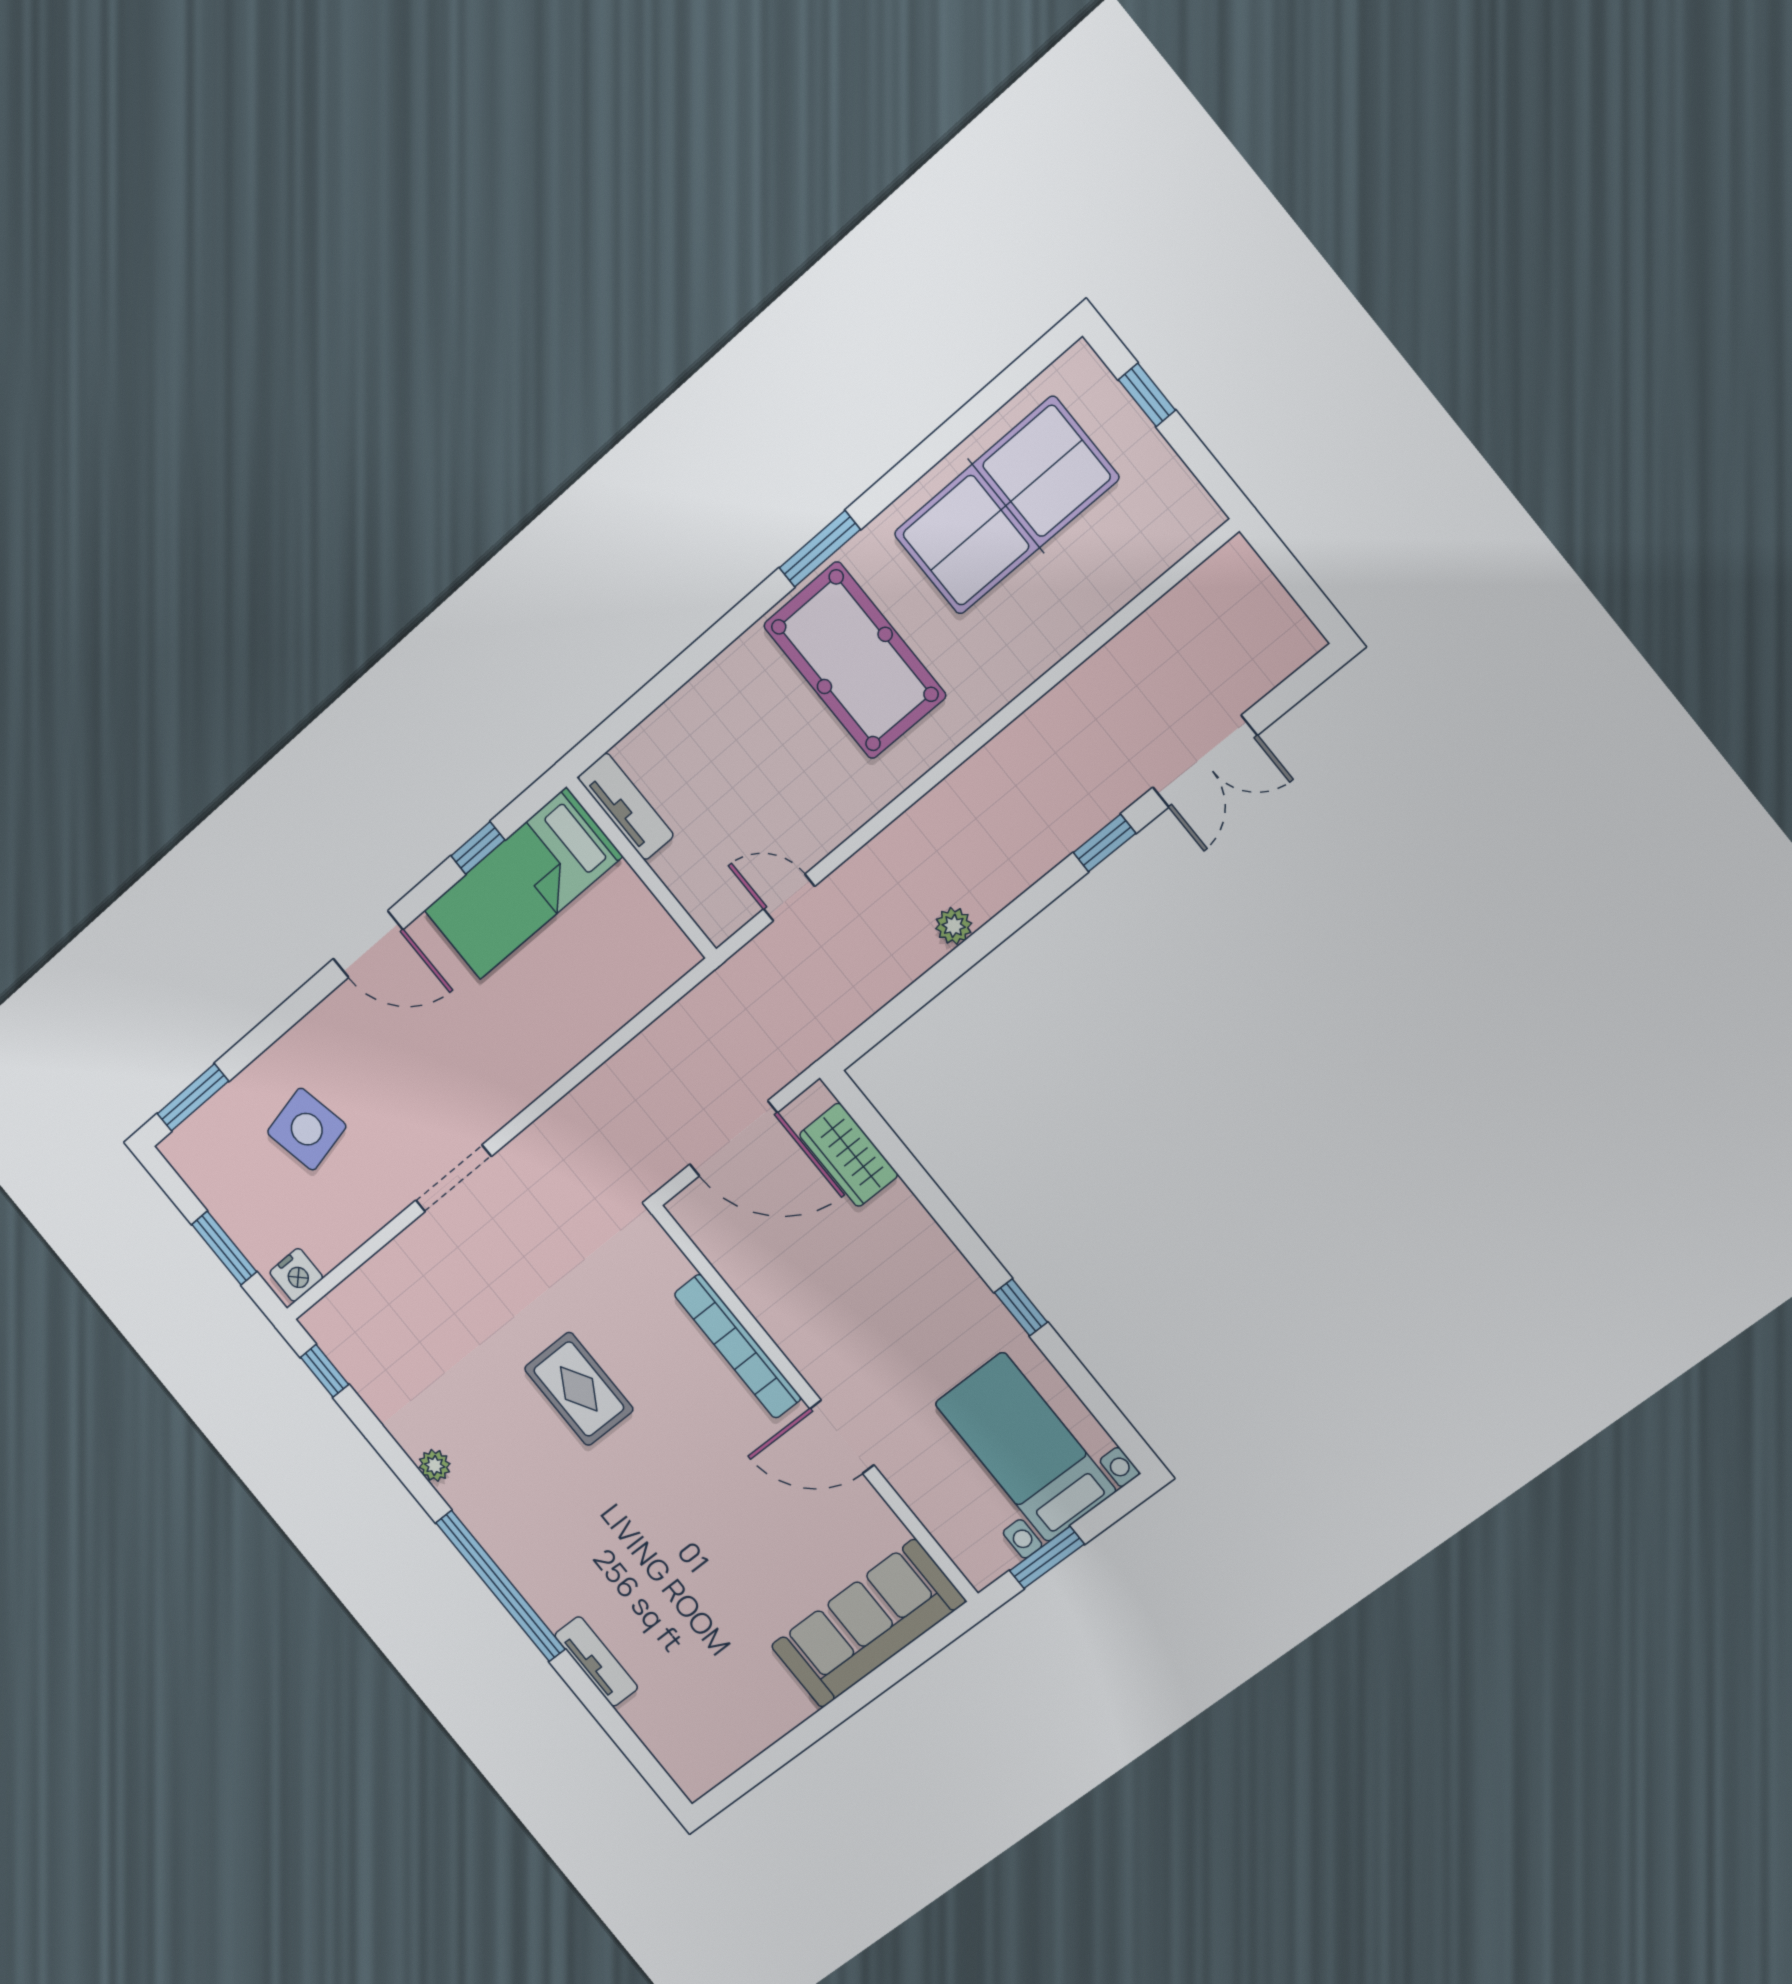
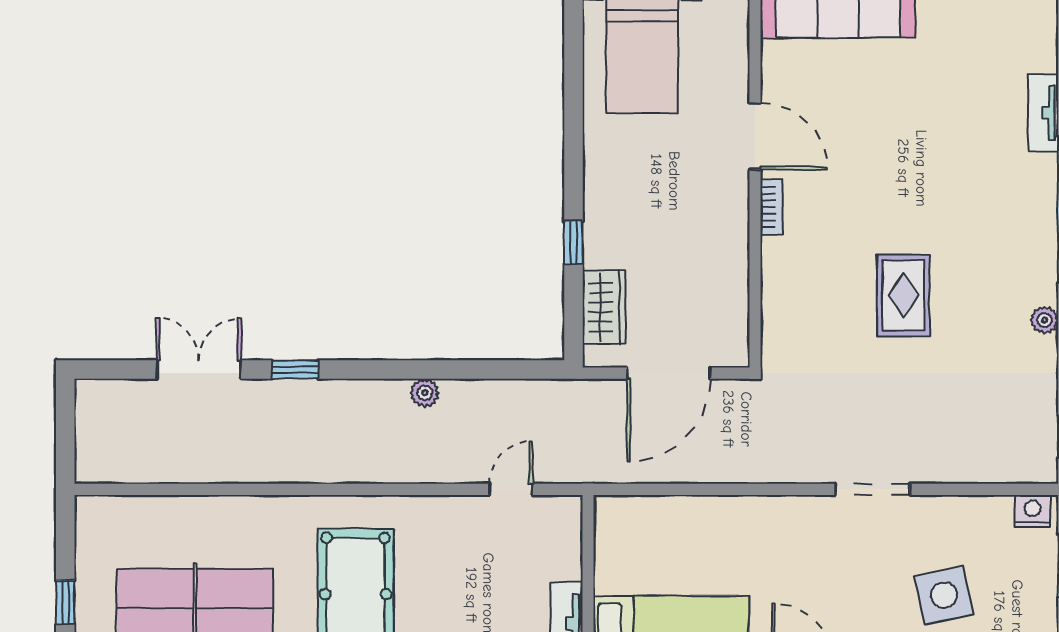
door: (789, 898) -> (511, 489), swing flipped
door: (733, 1138) -> (669, 373), swing flipped
window: (1021, 1307) -> (573, 242), moved
bookcase: (738, 1346) -> (772, 207), width x0.43, depth x0.76

